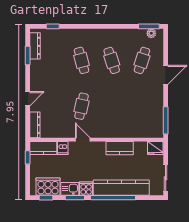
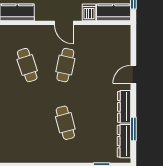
cafe table: (112, 60) -> (27, 65), moved
dresser: (35, 125) -> (124, 107), moved

